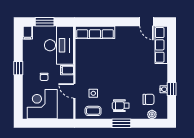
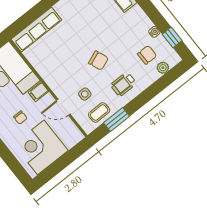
chair: (117, 80) -> (98, 61), added
window: (172, 89) -> (172, 37), moved
window: (121, 123) -> (117, 119), moved

